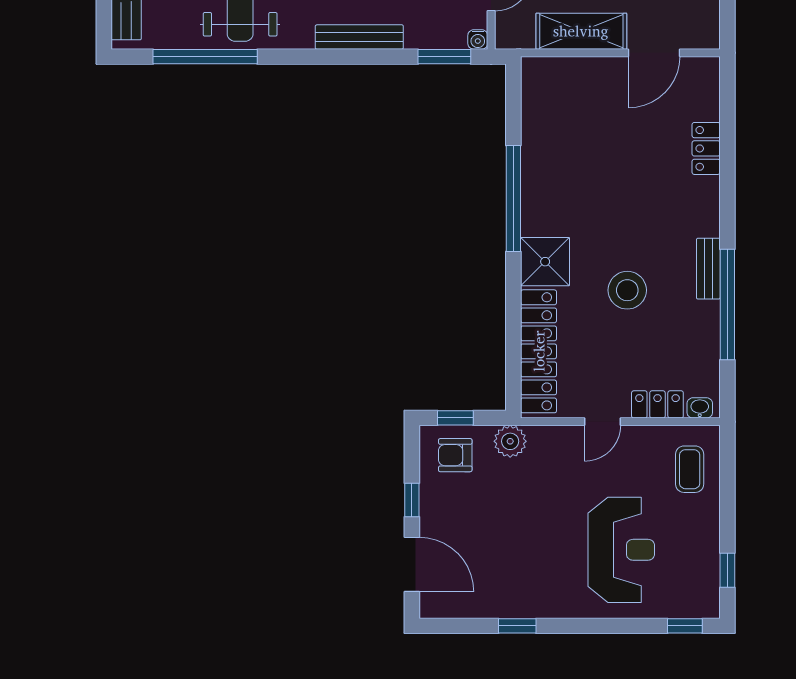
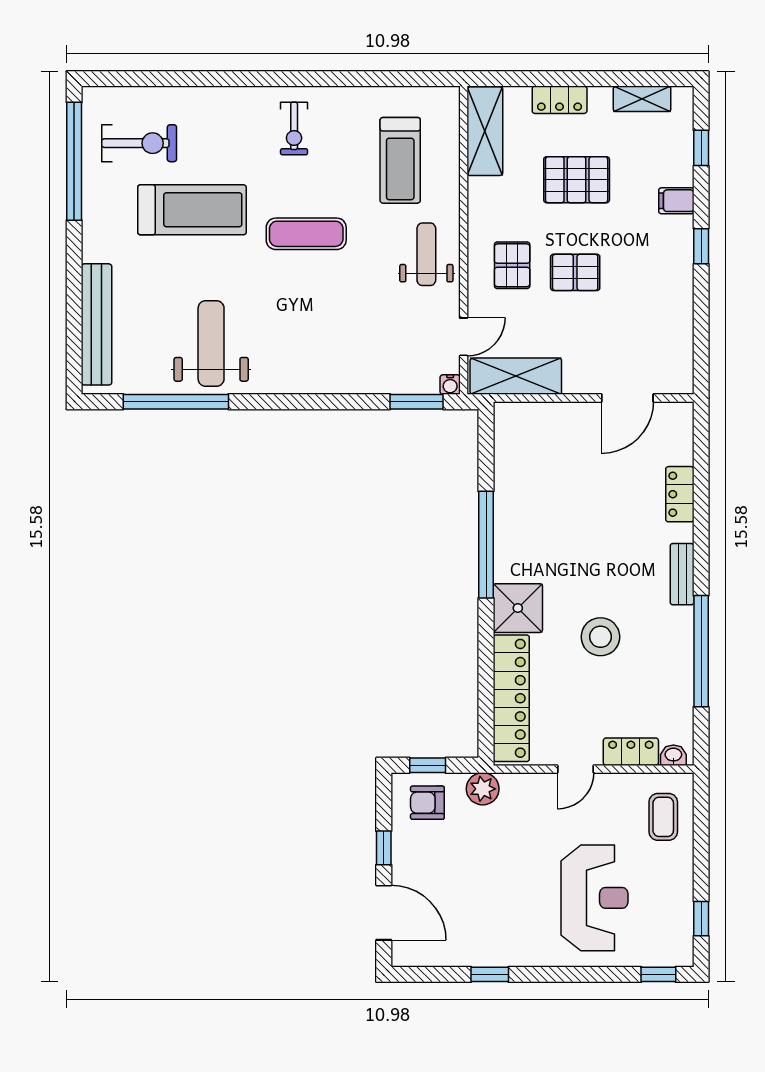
shelving: (581, 31) -> (516, 376), moved
bench: (359, 37) -> (331, 382), removed
bench: (708, 269) -> (682, 574), moved

